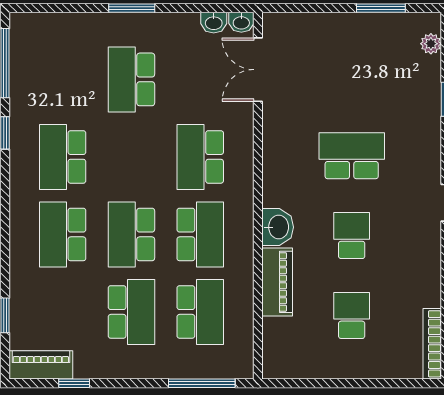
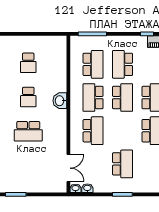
piano: (277, 282) -> (60, 77), removed
school desk: (200, 312) -> (93, 64), turned 180

